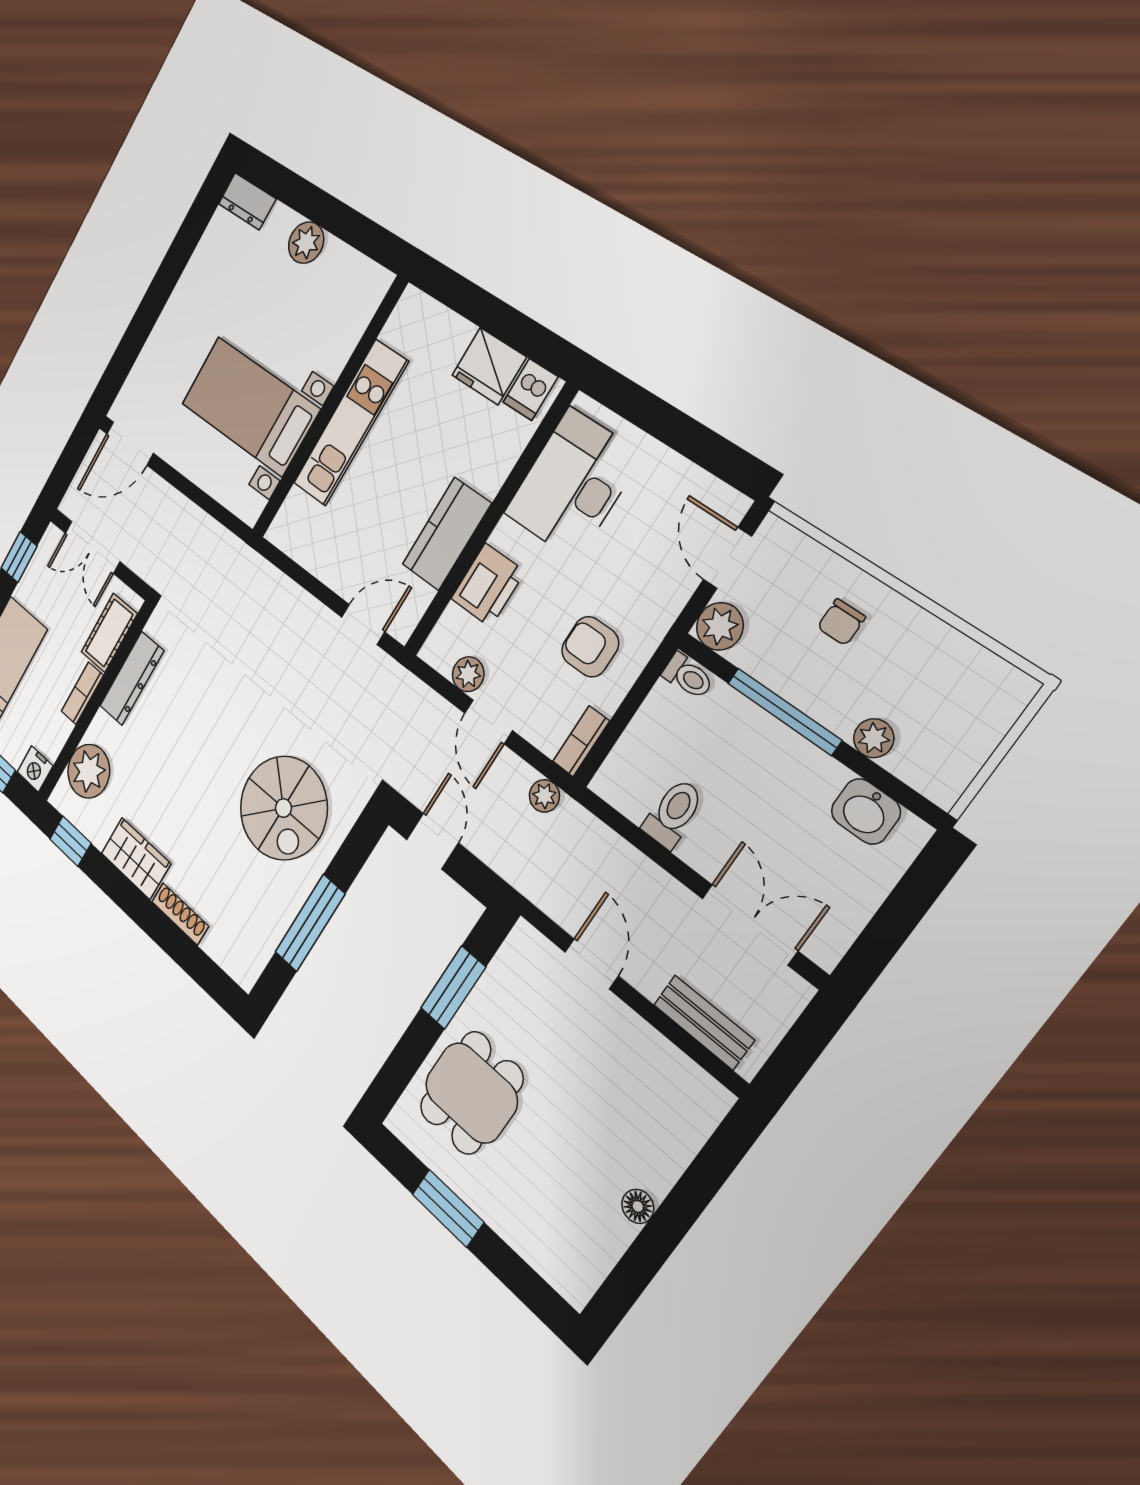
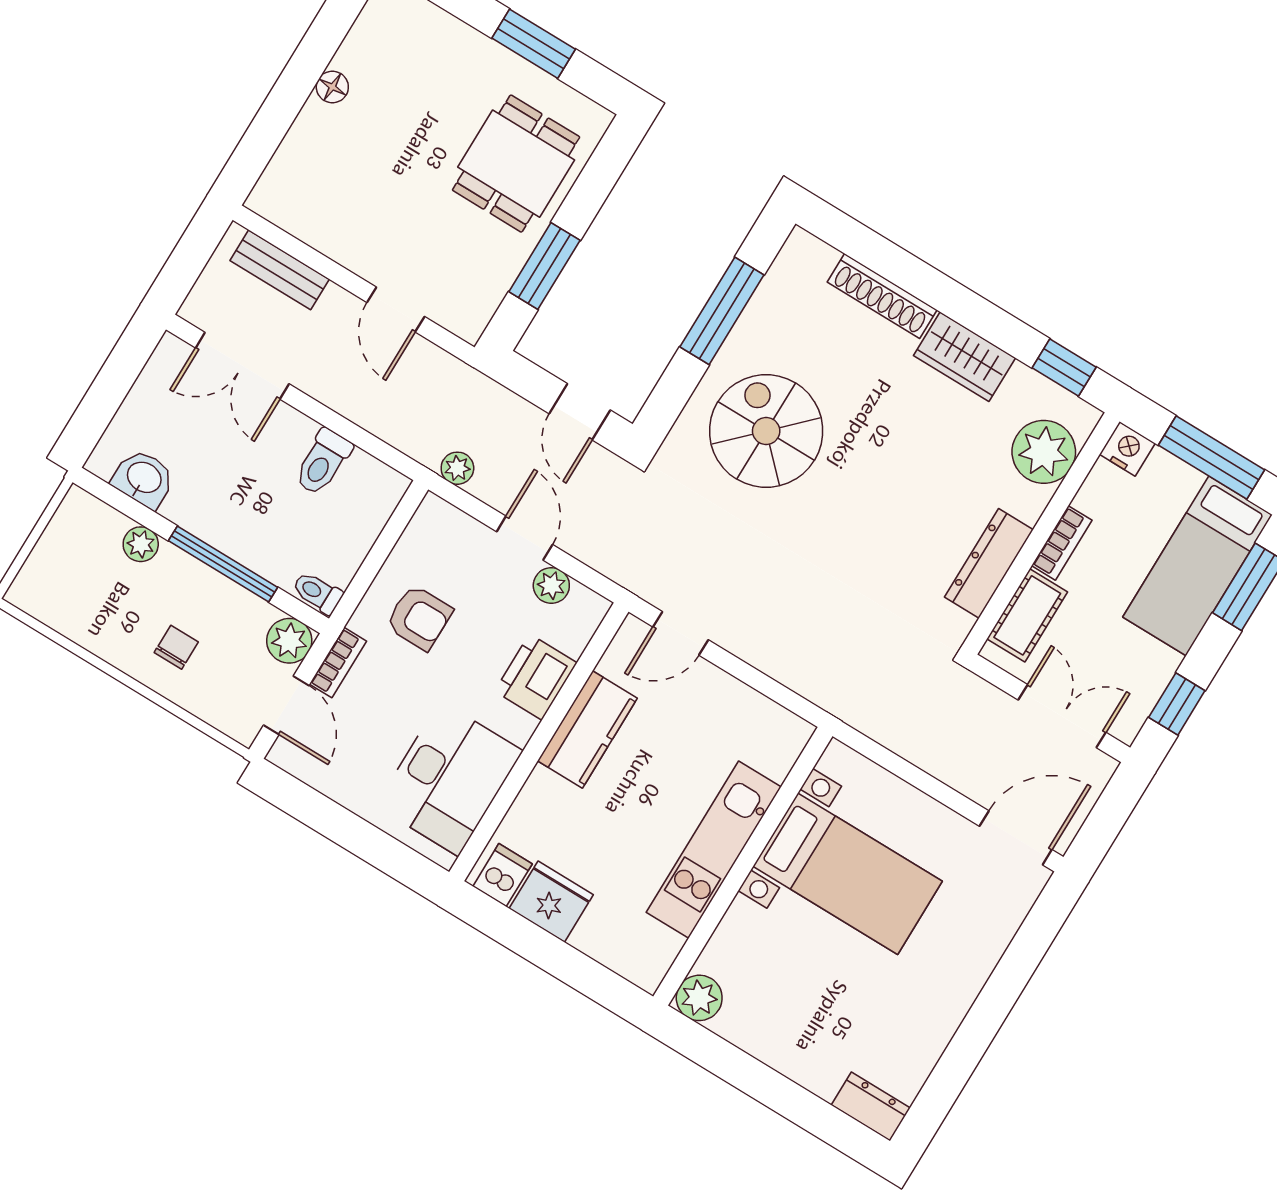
plant: (306, 243) -> (699, 998), moved
bookcase: (581, 741) -> (338, 663), moved
shoe rack: (180, 914) -> (882, 296), width x1.36, depth x1.24

